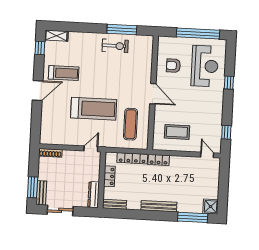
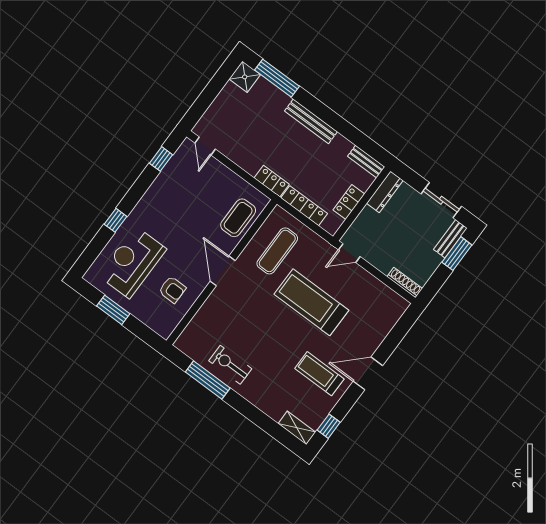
window: (198, 33) -> (113, 310), width x0.47
coffee table: (177, 132) -> (238, 218), moved, turned 90

